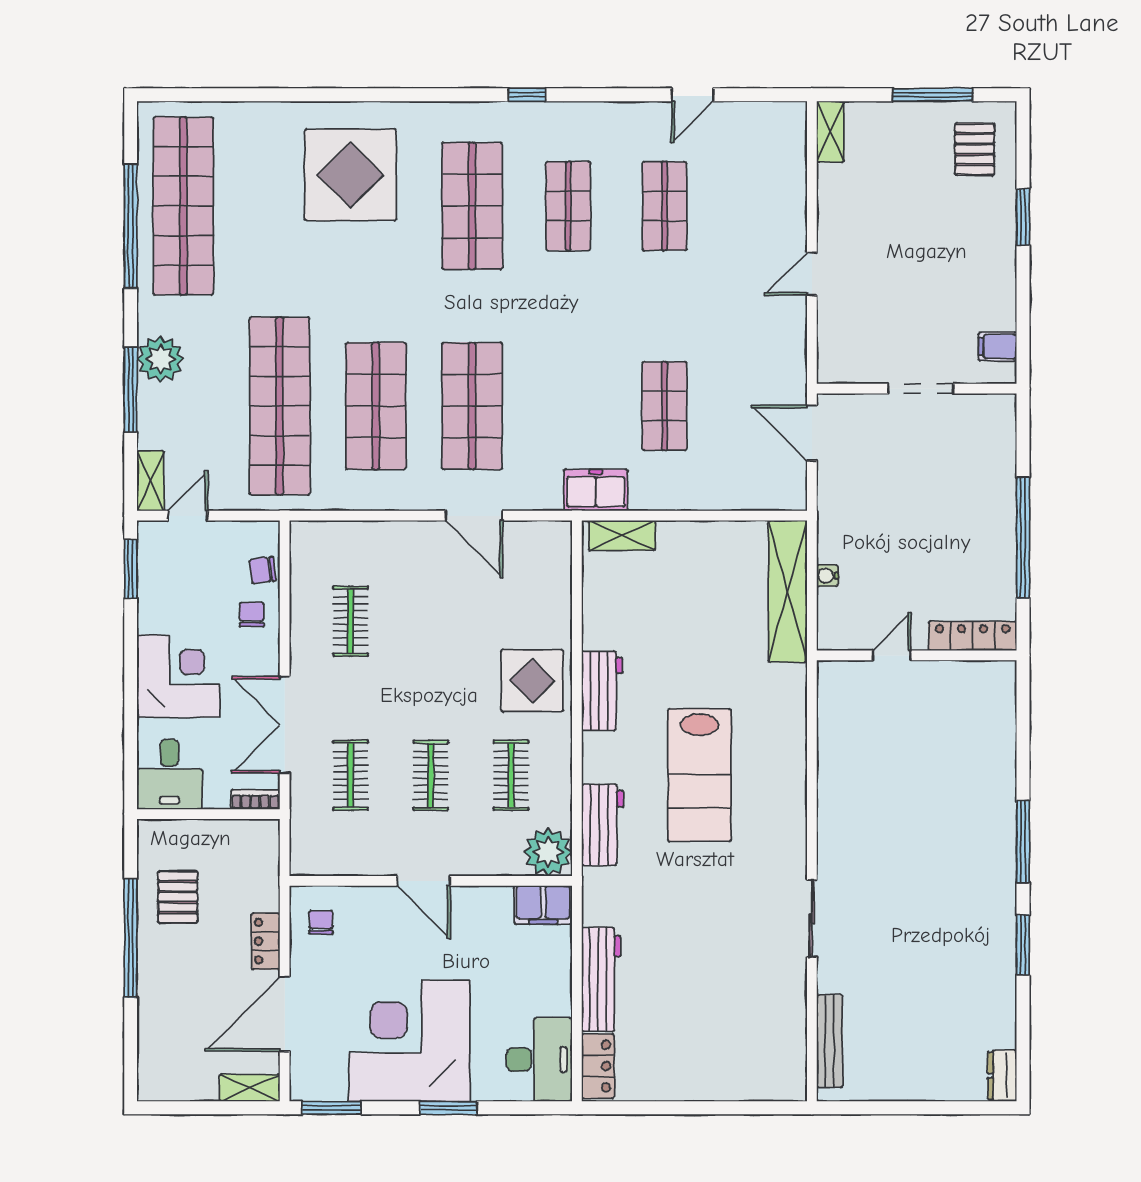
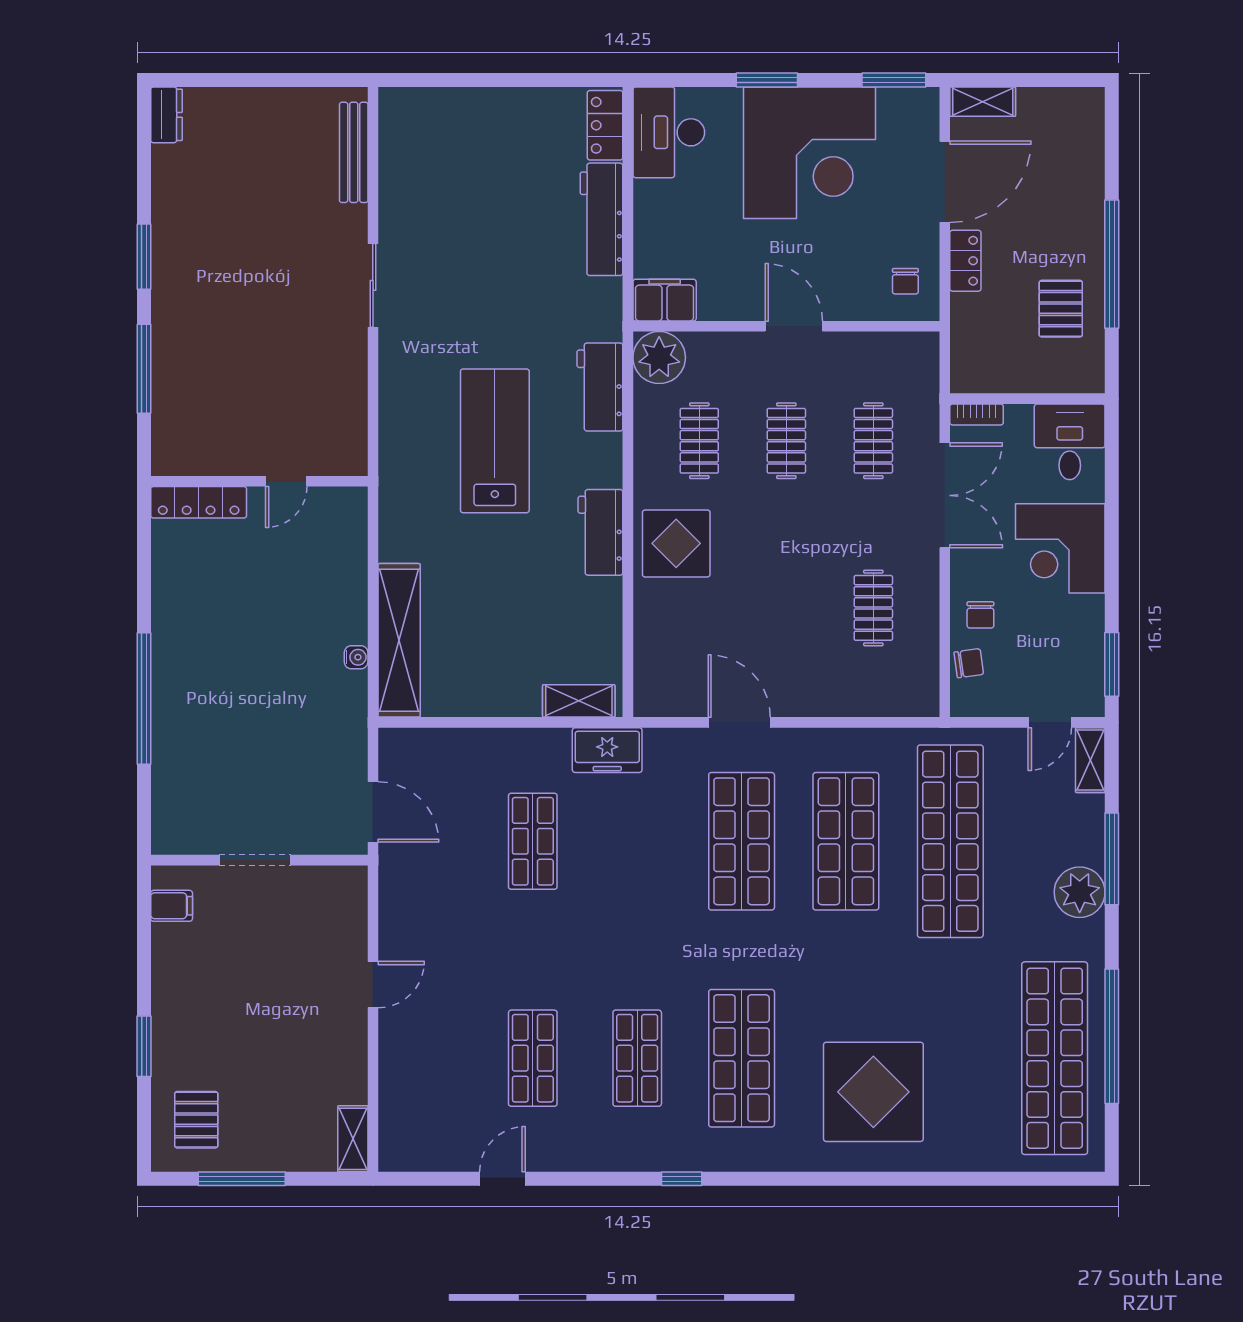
locker: (973, 636) -> (199, 502), moved
door: (892, 655) -> (286, 481), moved
wall: (917, 655) -> (259, 481), moved

